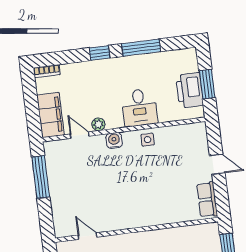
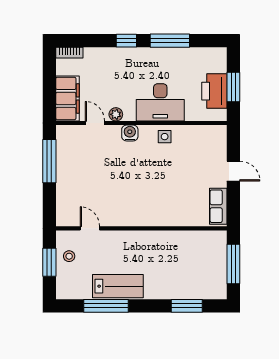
desk: (139, 108) -> (160, 102), width x1.37

